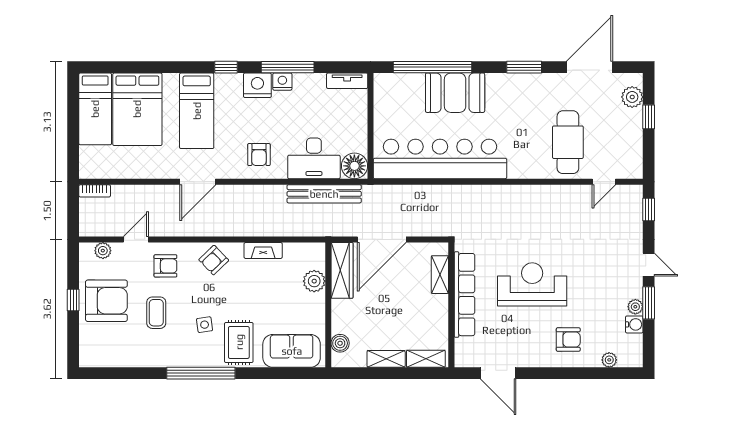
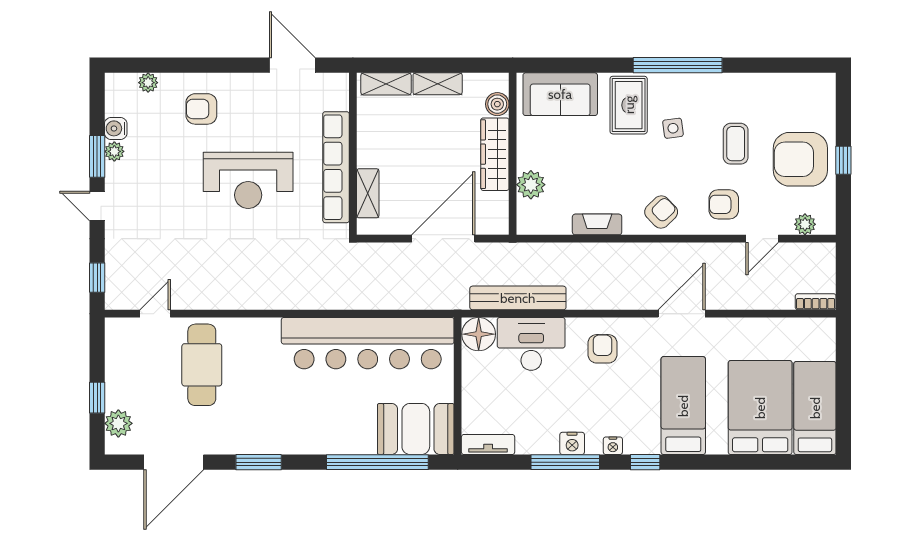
nightstand: (257, 85) -> (613, 446), width x0.53, depth x0.56
booth: (455, 93) -> (416, 429), moved
wardrobe: (342, 270) -> (495, 154), moved

